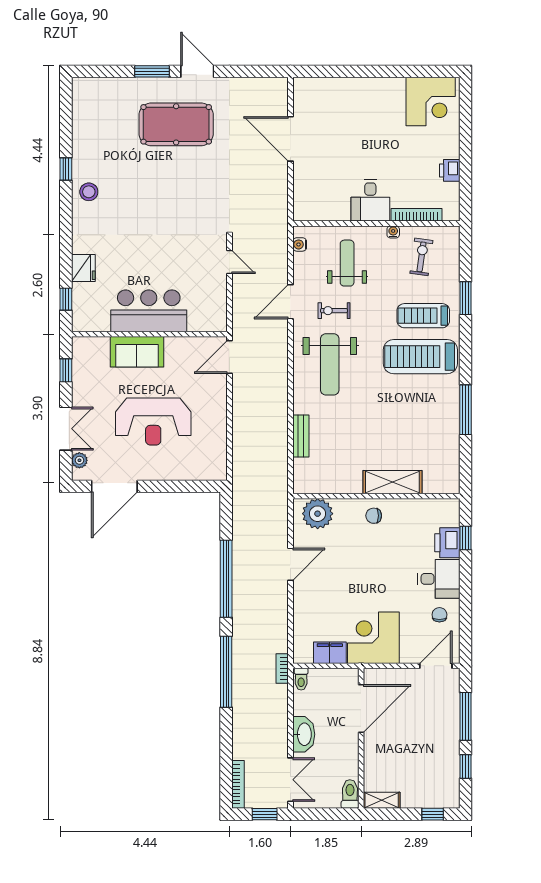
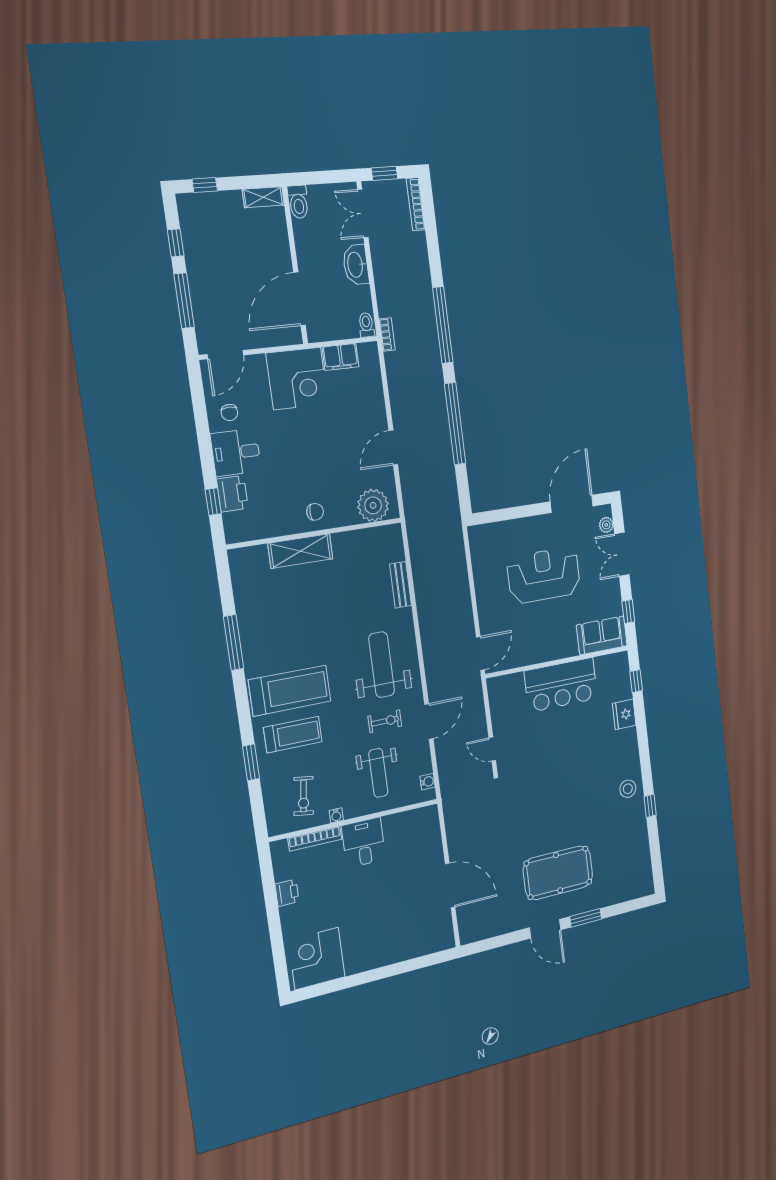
sofa: (137, 352) -> (602, 635), moved

